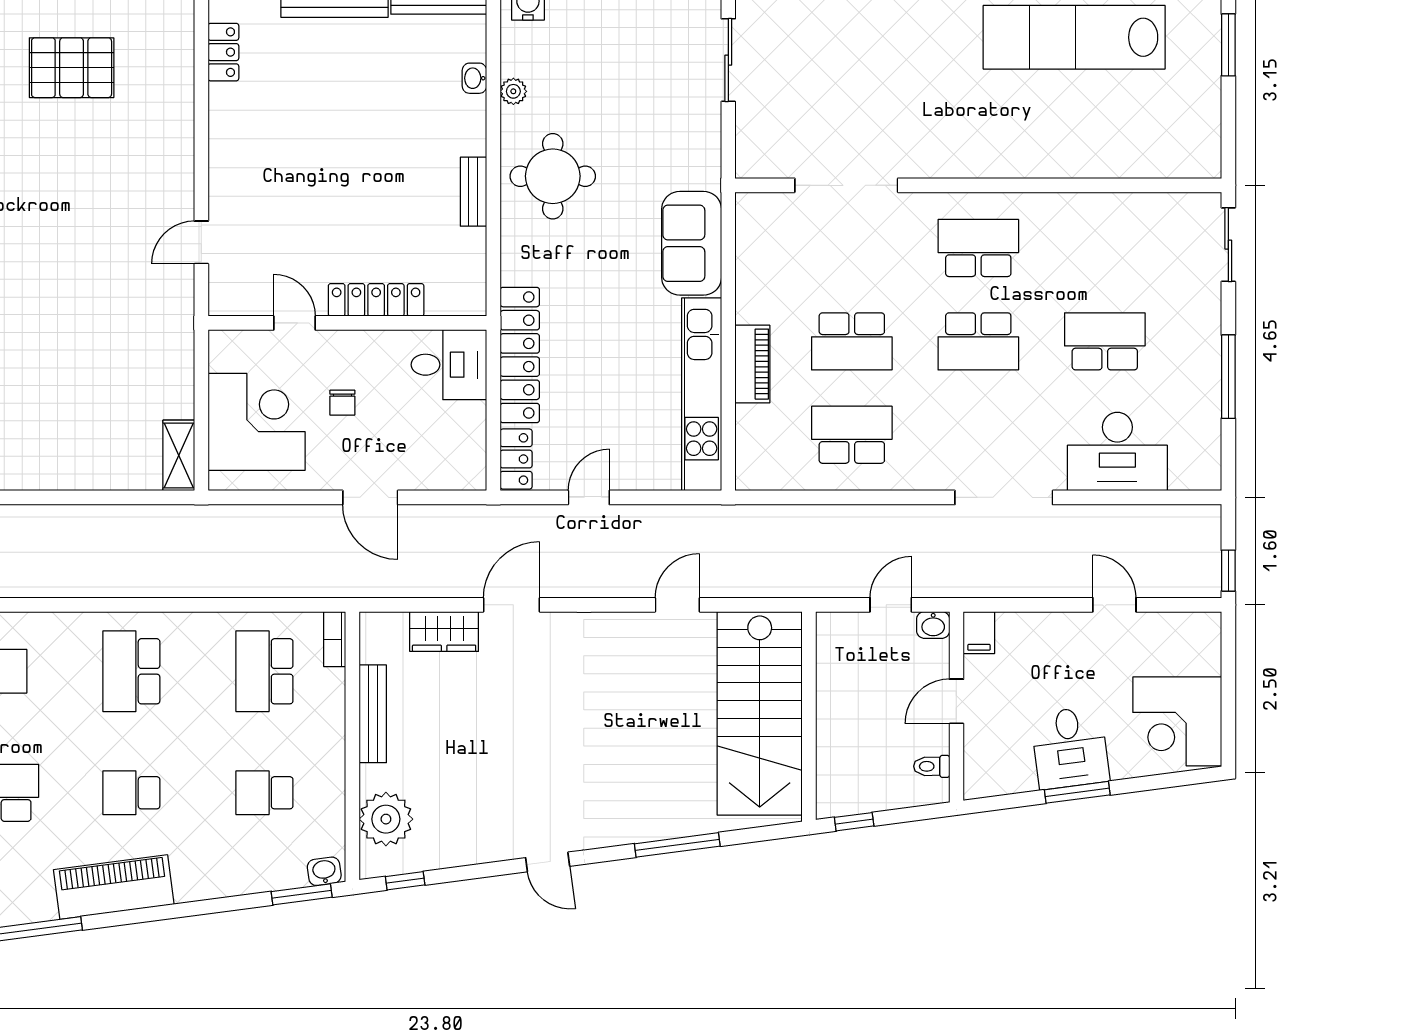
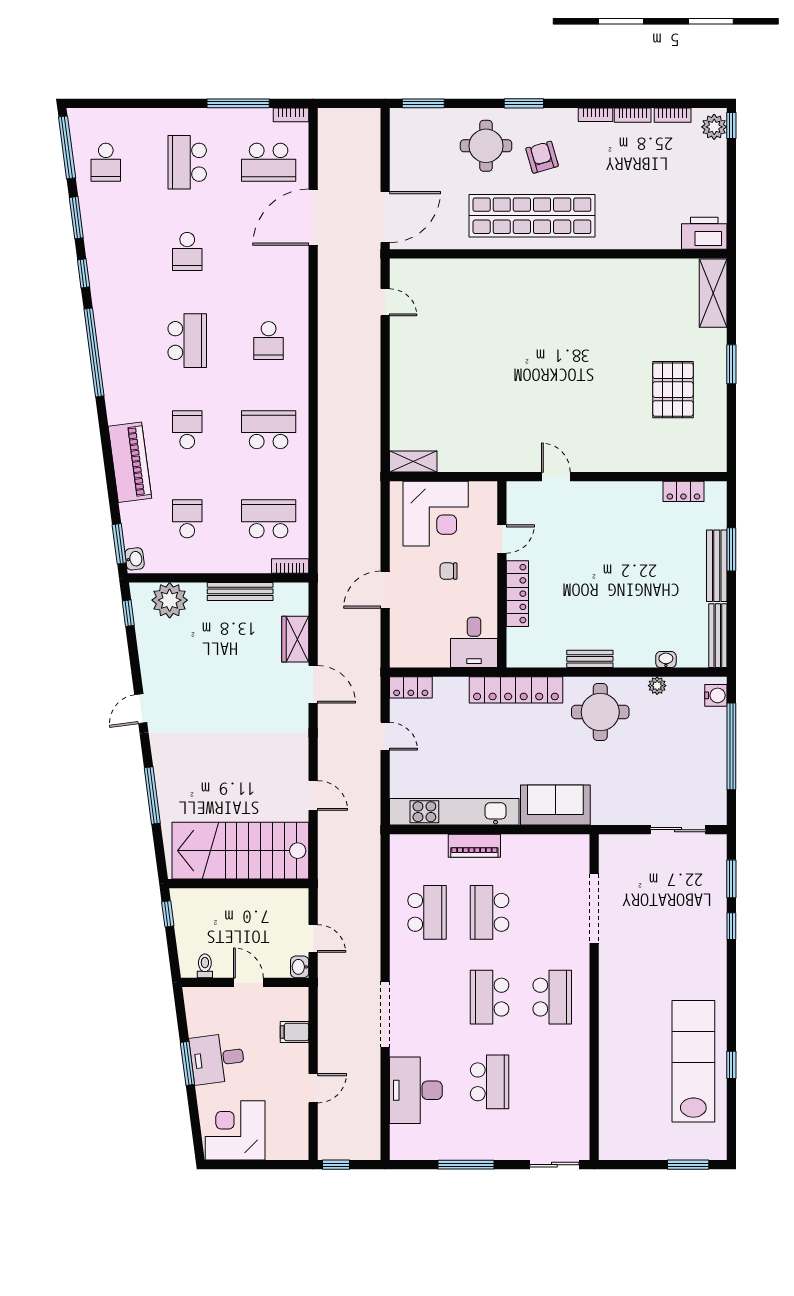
locker: (520, 355) -> (516, 690), moved
filing cabinet: (979, 633) -> (295, 1032), moved
piano: (114, 887) -> (130, 462), moved

